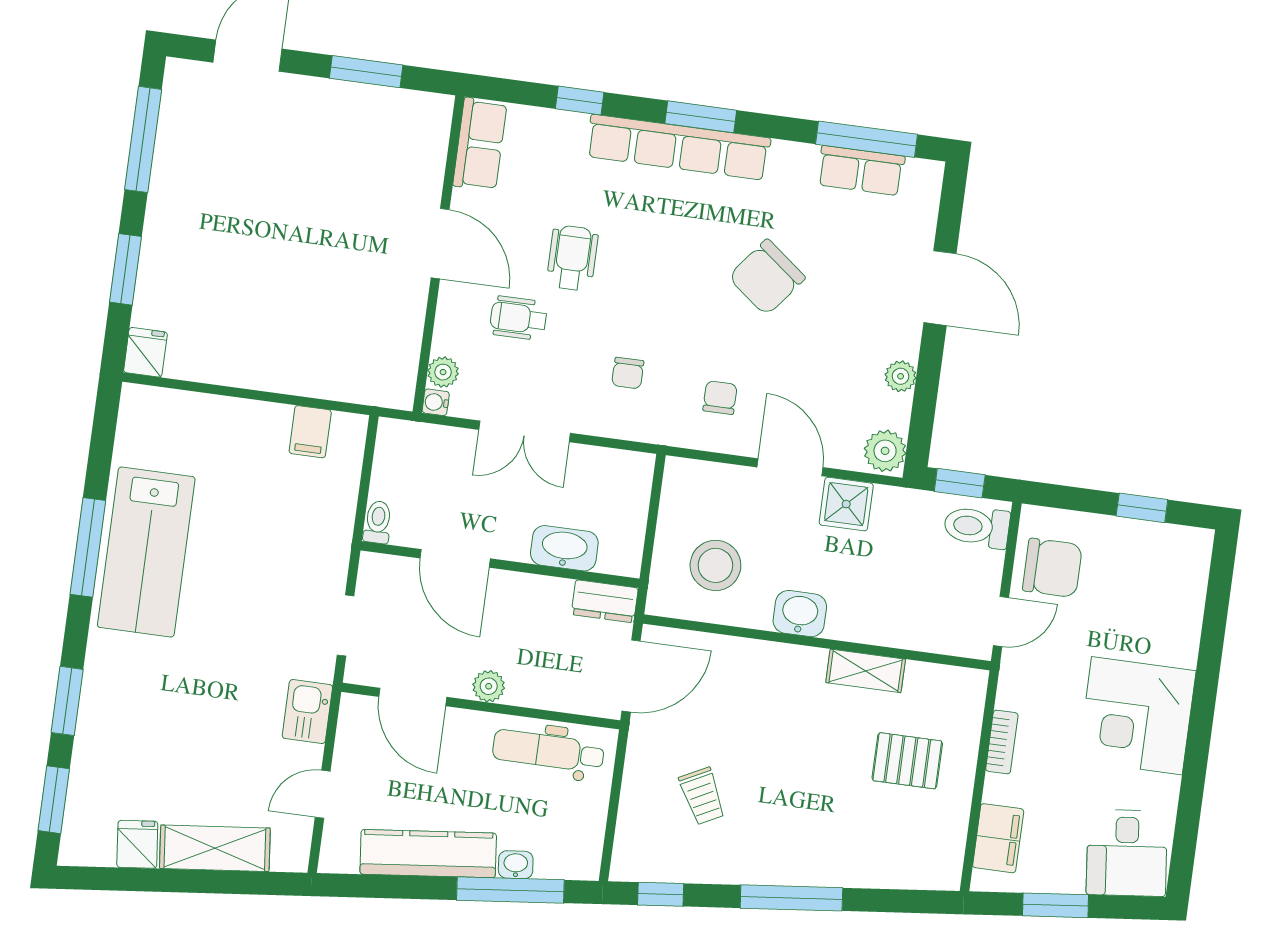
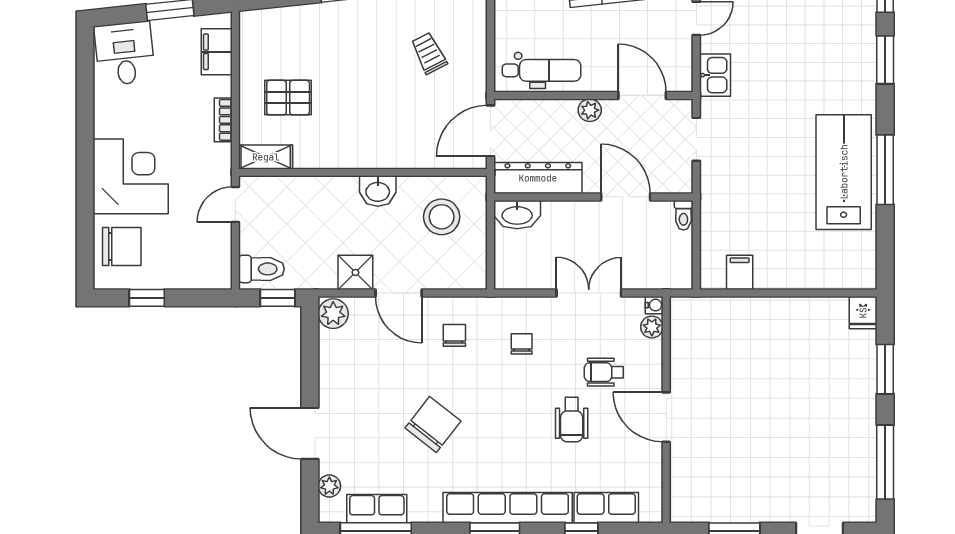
row of seats: (480, 144) -> (606, 508), moved, turned 90
wheelchair: (518, 318) -> (604, 372), turned 180
plant: (901, 376) -> (329, 486), moved
chair: (720, 398) -> (454, 335), turned 180
washbasin: (564, 548) -> (517, 215), moved
chair: (1052, 568) -> (122, 247), moved, turned 180
dresser: (605, 601) -> (538, 178), width x1.96, depth x1.24
shelving: (866, 671) -> (266, 157), moved
corner desk: (1137, 716) -> (131, 176), moved

